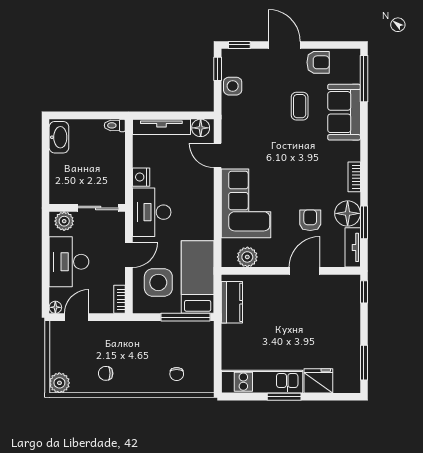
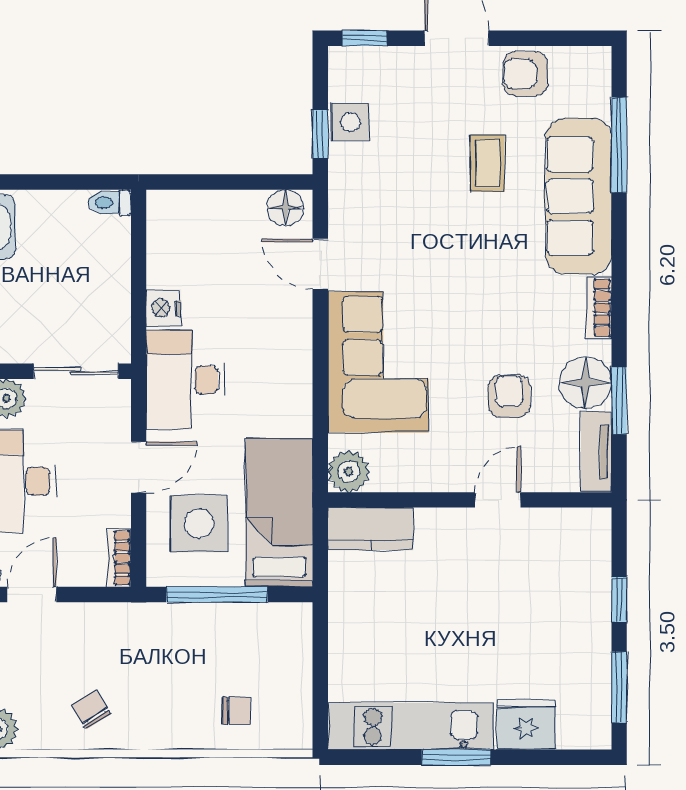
armchair: (318, 62) -> (525, 74), turned 180
window: (218, 69) -> (320, 134), moved
window: (364, 79) -> (619, 145), moved
sofa: (344, 112) -> (579, 196), width x1.36
tv unit: (161, 127) -> (205, 206), removed
plant: (247, 257) -> (349, 471), moved
door: (305, 271) -> (498, 500), width x0.73
window: (364, 292) -> (619, 600), moved
kitchen counter: (232, 302) -> (370, 529), moved, turned 90
window: (186, 317) -> (217, 595), moved
chair: (106, 373) -> (91, 709), turned 58
chair: (177, 374) -> (236, 711), turned -90

